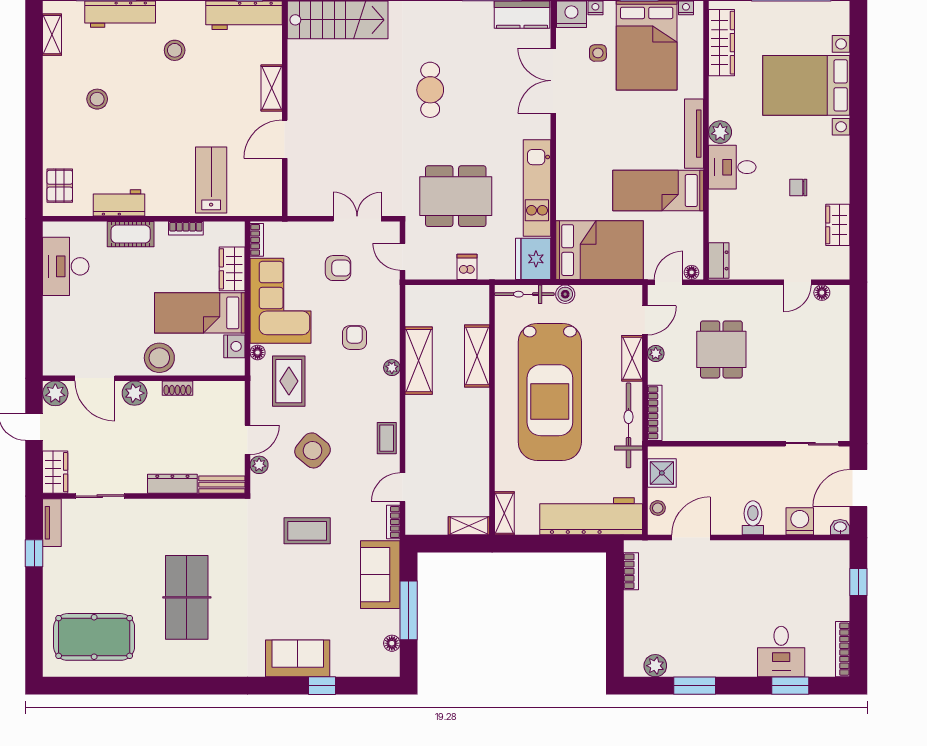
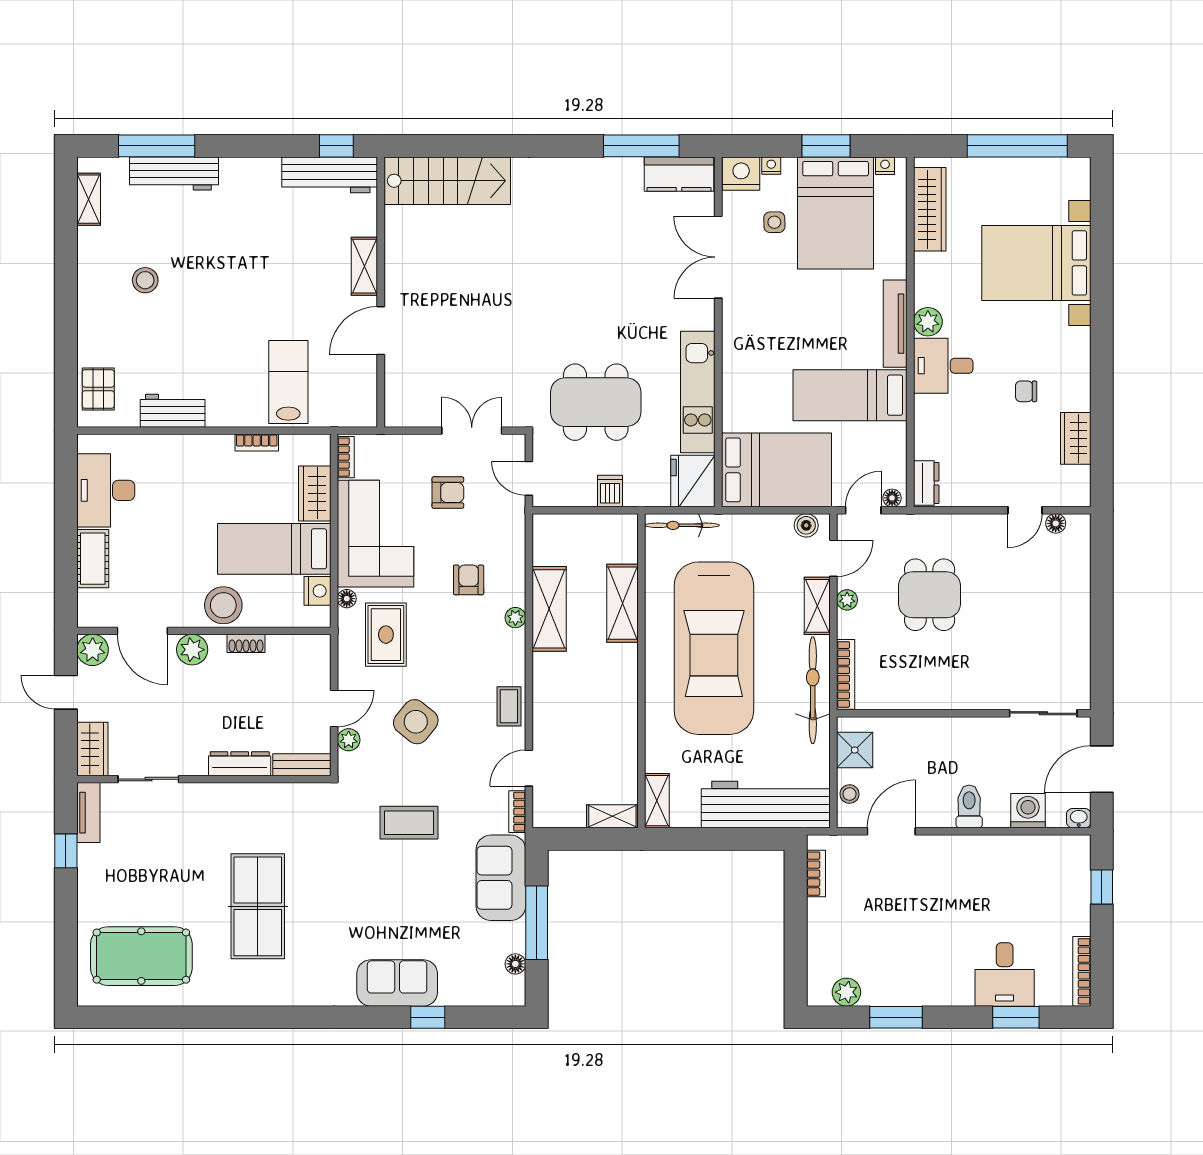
stool: (175, 50) -> (242, 219), removed
cafe table: (430, 90) -> (564, 269), removed
cot: (131, 234) -> (93, 559), moved, turned 90
boiler: (565, 294) -> (806, 525), moved

